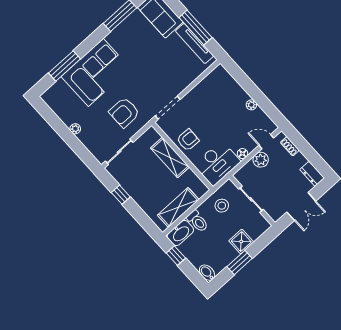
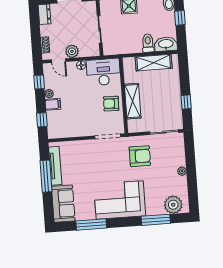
corner sofa: (96, 72) -> (120, 200), moved
window: (239, 76) -> (42, 120), added
plant: (59, 92) -> (173, 205), added
filing cabinet: (240, 98) -> (53, 104), added
window: (269, 108) -> (39, 82), added
stool: (222, 206) -> (123, 41), removed
window: (176, 256) -> (180, 18), moved

